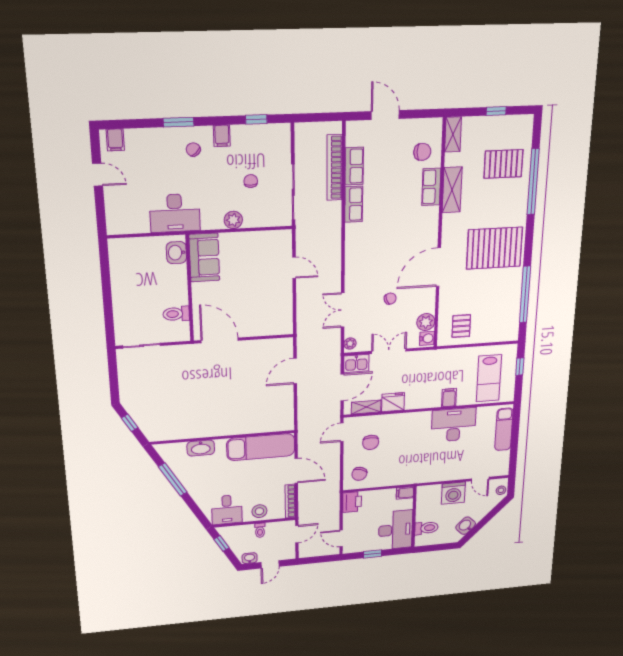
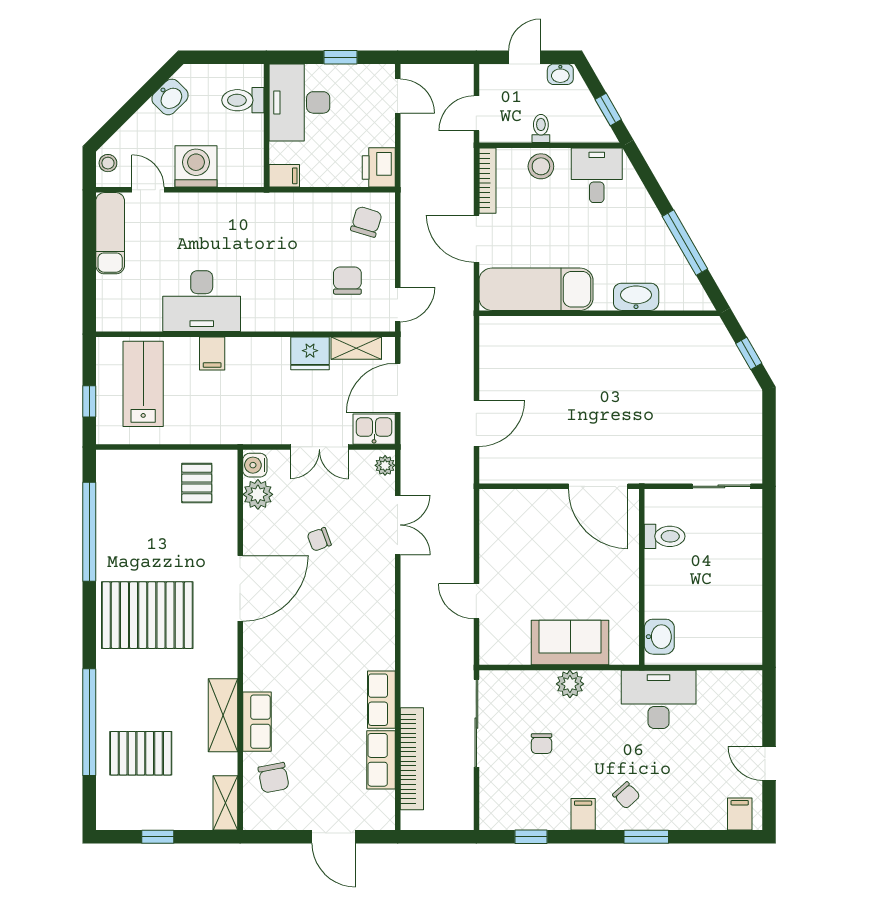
chair: (422, 152) -> (273, 778), turned -101
sofa: (204, 258) -> (570, 643), moved, turned 90
exam couch: (504, 429) -> (110, 233), moved

